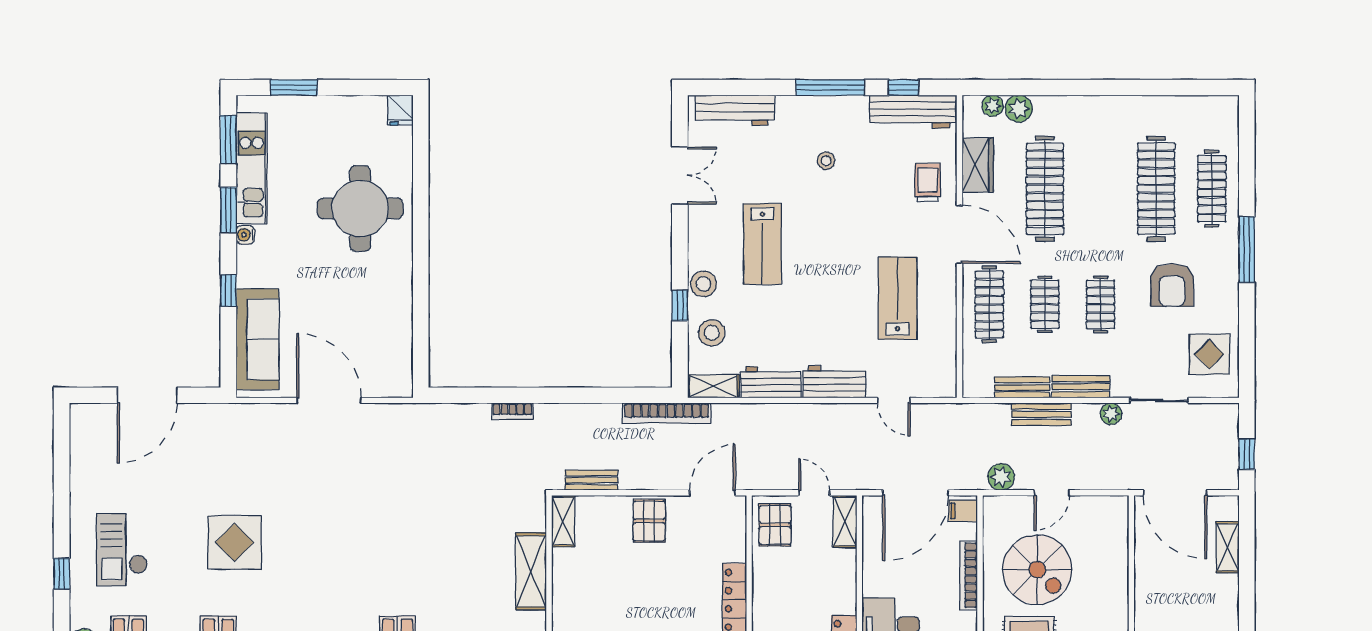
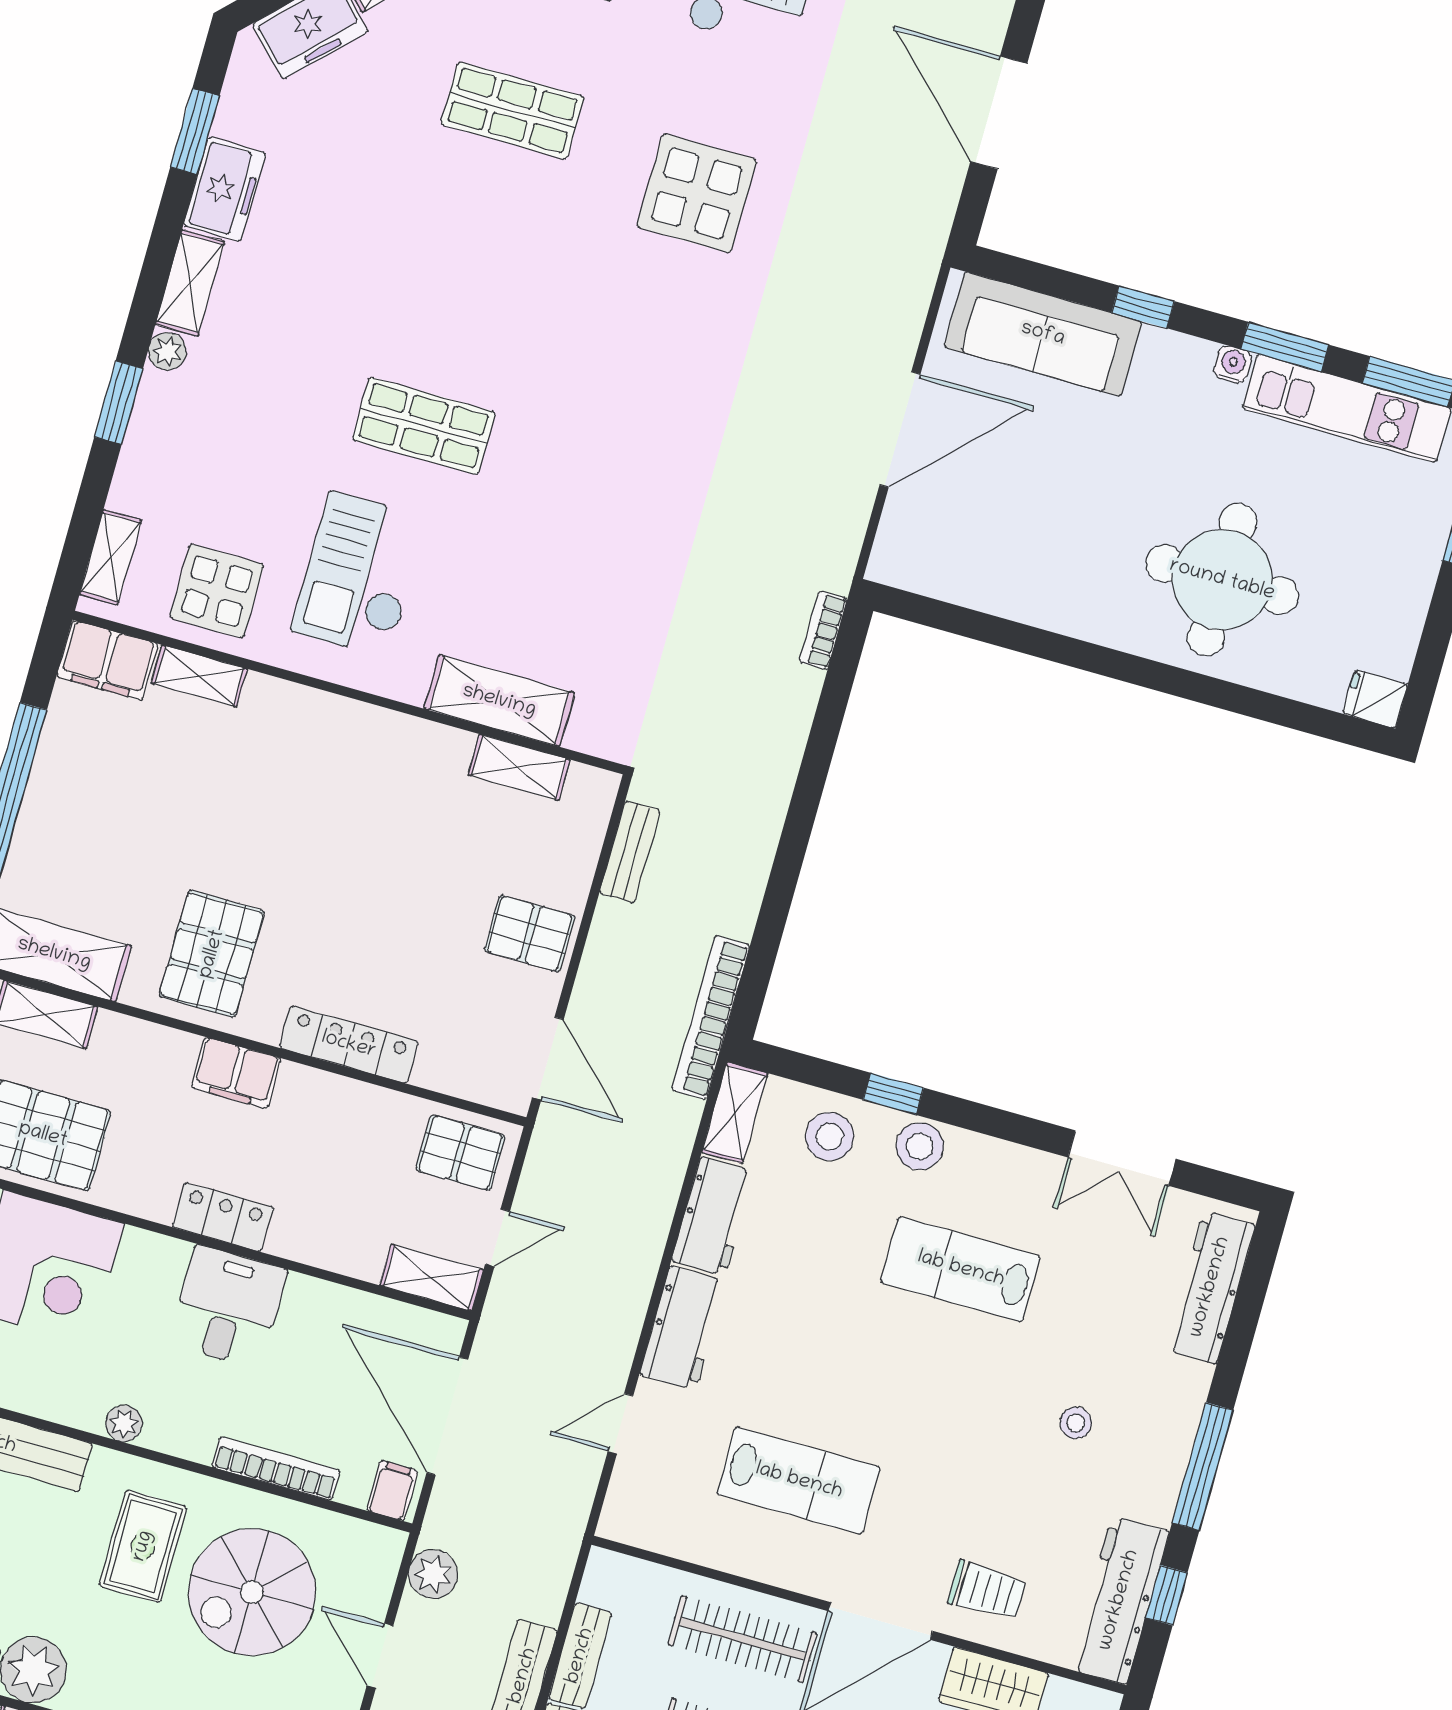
bookcase: (512, 411) -> (823, 630), moved
shelving: (563, 521) -> (519, 767), moved

